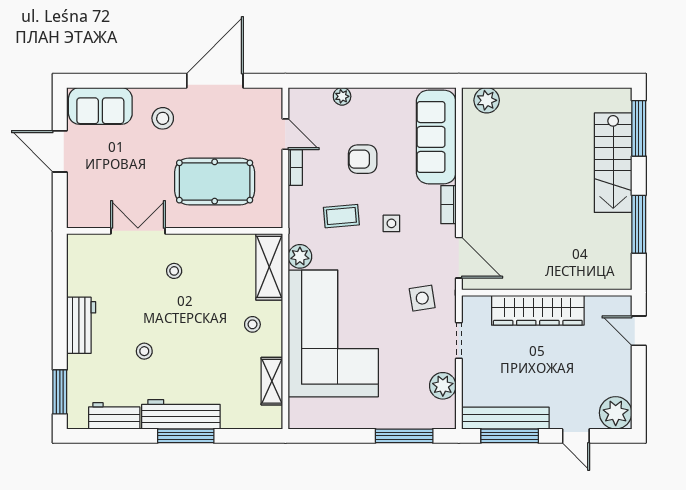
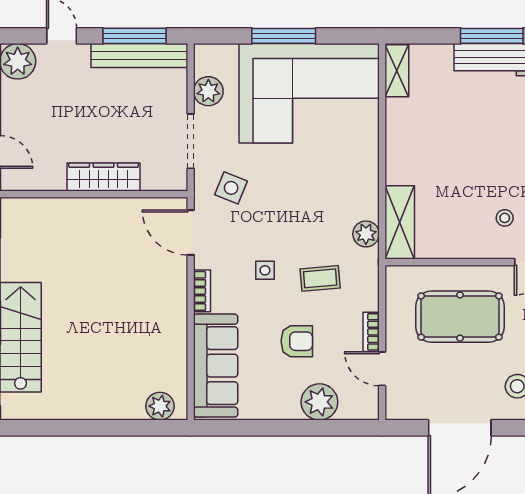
plant: (342, 96) -> (319, 402), width x1.88, depth x1.88
side table: (422, 298) -> (231, 188), turned 31
wardrobe: (538, 310) -> (104, 177), width x0.71, depth x0.85
stool: (252, 324) -> (418, 159), removed
corner sofa: (333, 333) -> (309, 93), moved, turned -90
doorway: (459, 340) -> (191, 141), width x1.38
shelving: (272, 381) -> (397, 71), moved
window: (404, 436) -> (284, 36), moved

